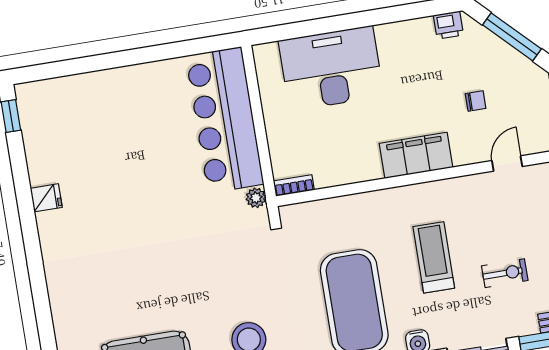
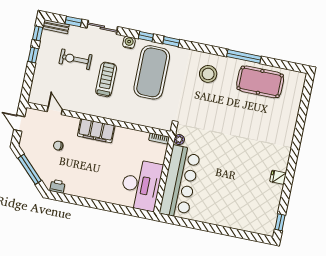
desk: (331, 68) -> (141, 185), moved, turned -90
door: (507, 164) -> (55, 110), swing flipped
treadmill: (434, 257) -> (106, 79), turned 180
exercise bike: (505, 273) -> (75, 59), width x1.38, depth x1.39

